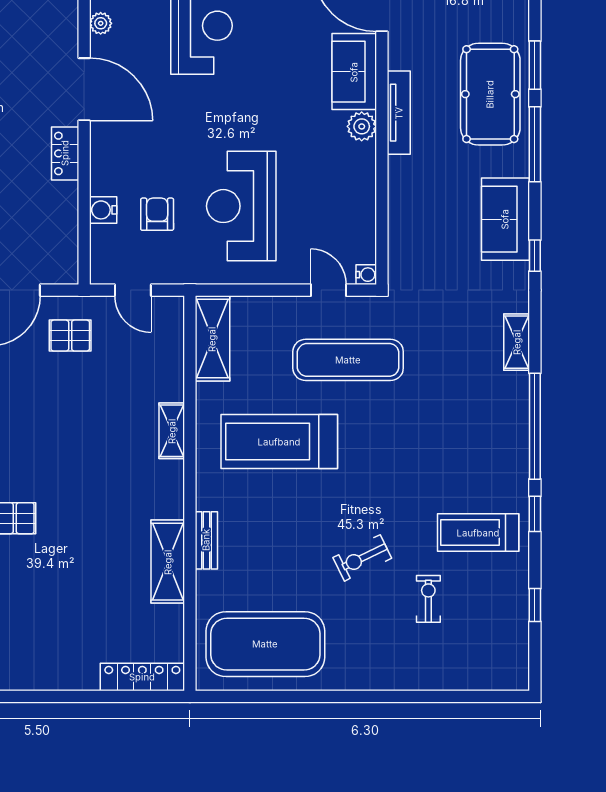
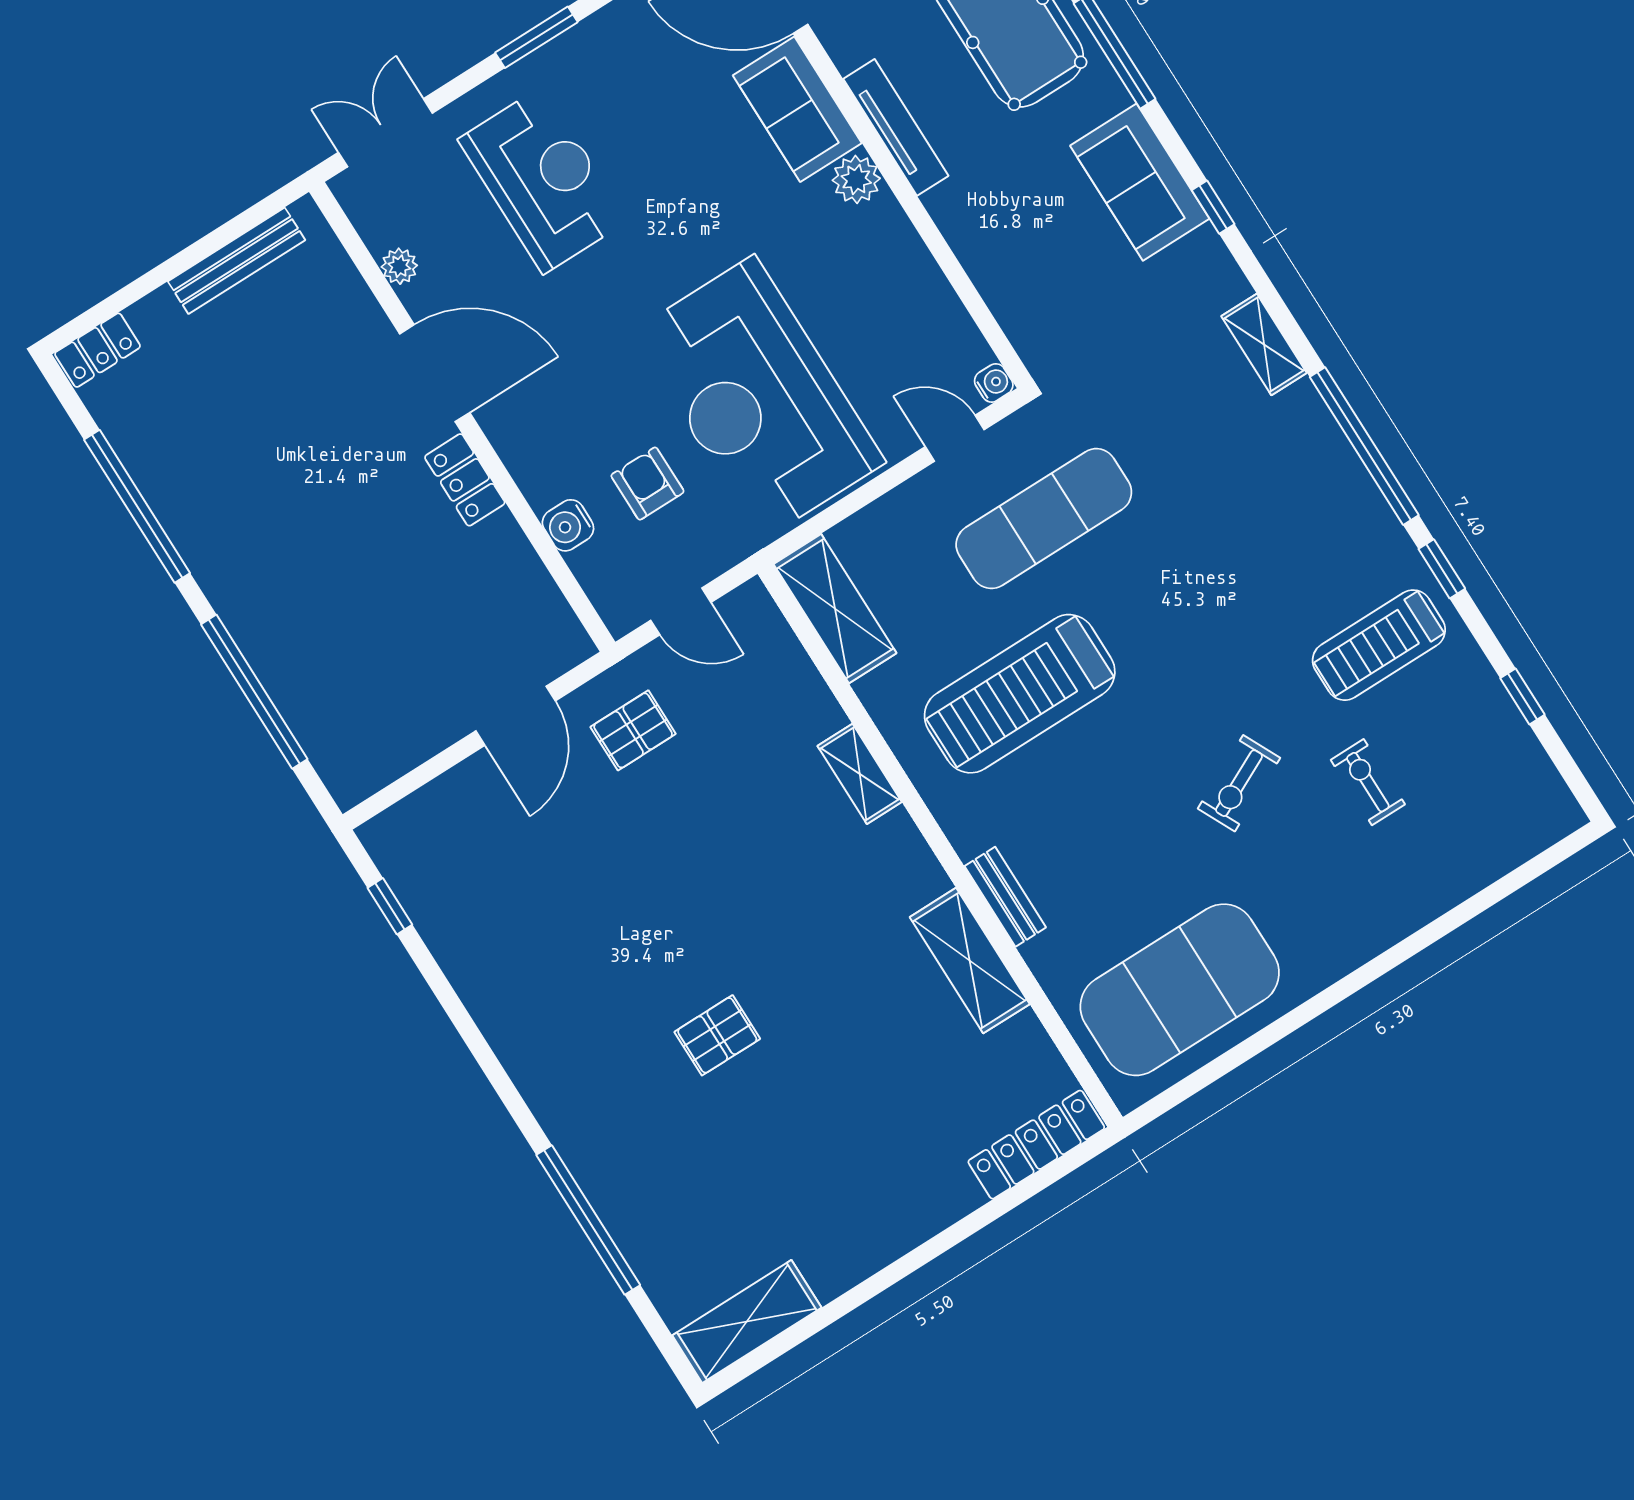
reception desk: (241, 206) -> (758, 398), width x1.36, depth x1.30

